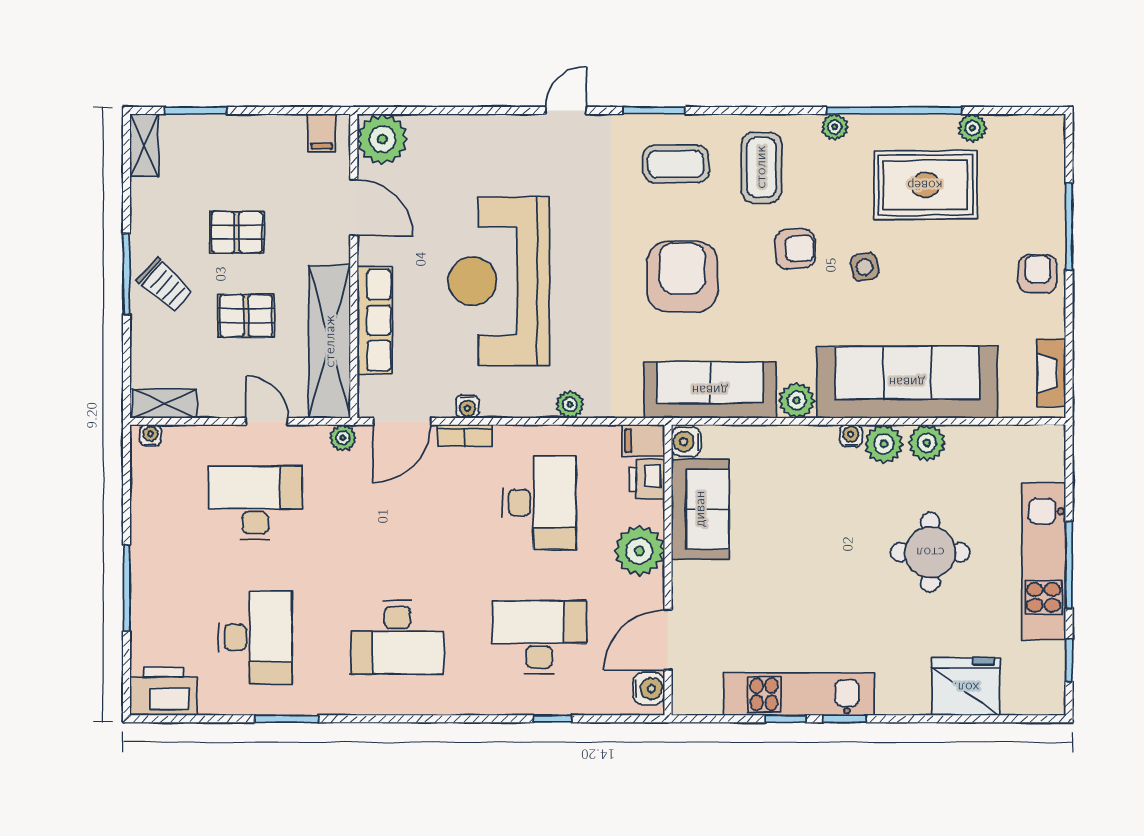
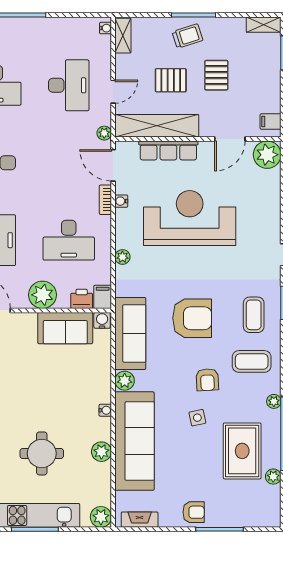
trolley: (165, 285) -> (187, 36), turned -150
pallet: (246, 316) -> (171, 80), turned 90
plant: (884, 444) -> (101, 517), moved

